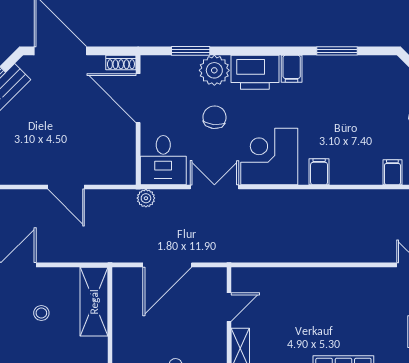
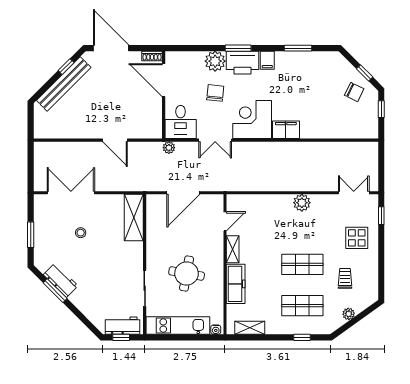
window: (191, 51) -> (238, 48), moved
filing cabinet: (319, 172) -> (286, 130), width x2.00
filing cabinet: (392, 172) -> (336, 130), removed
double door: (214, 187) -> (215, 140), swing flipped
plant: (343, 280) -> (302, 203), added
stool: (41, 313) -> (81, 233), moved

